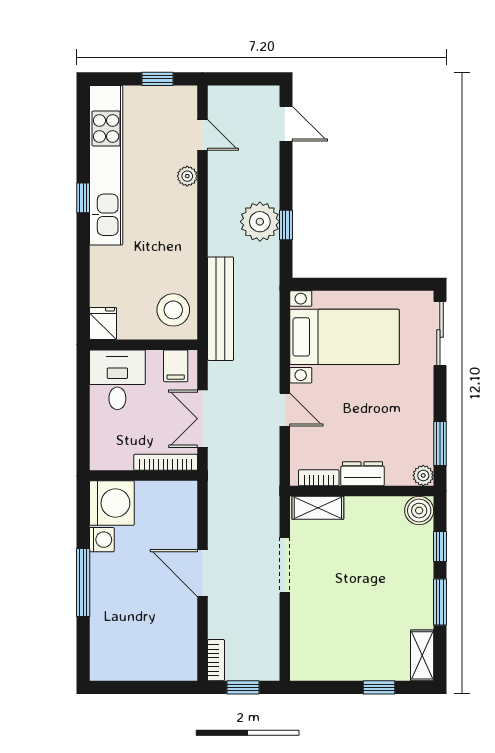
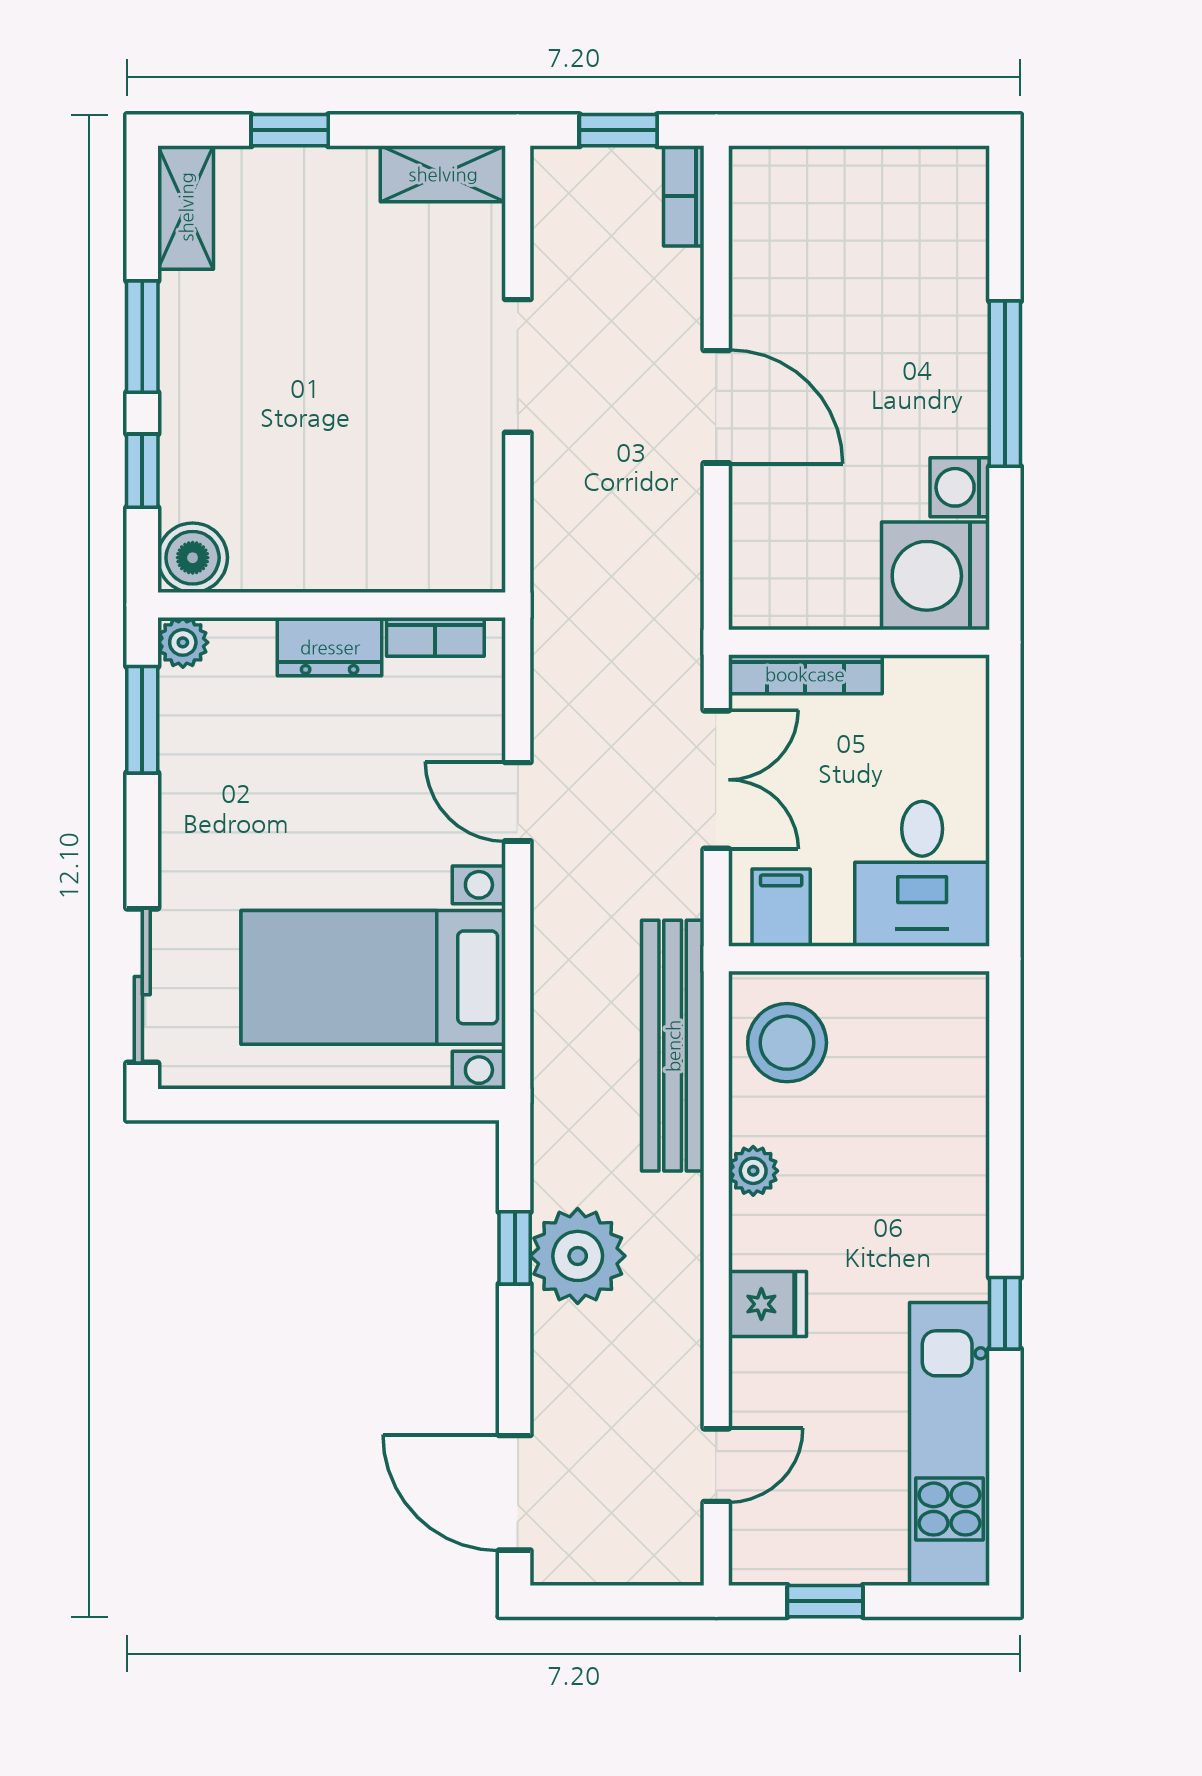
door: (286, 124) -> (515, 1493), width x1.38
door: (203, 135) -> (716, 1465), swing flipped
kitchen unit: (106, 165) -> (949, 1444), width x0.73
plant: (187, 176) -> (753, 1171), moved
fridge: (103, 323) -> (768, 1304), moved, turned -90
shelving: (318, 508) -> (443, 174), moved
doorway: (285, 565) -> (518, 366), moved

